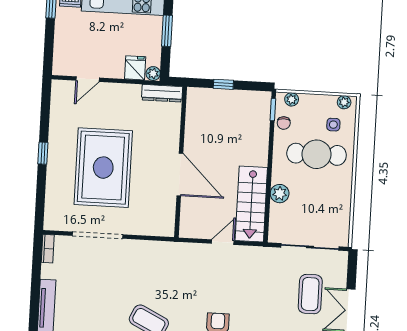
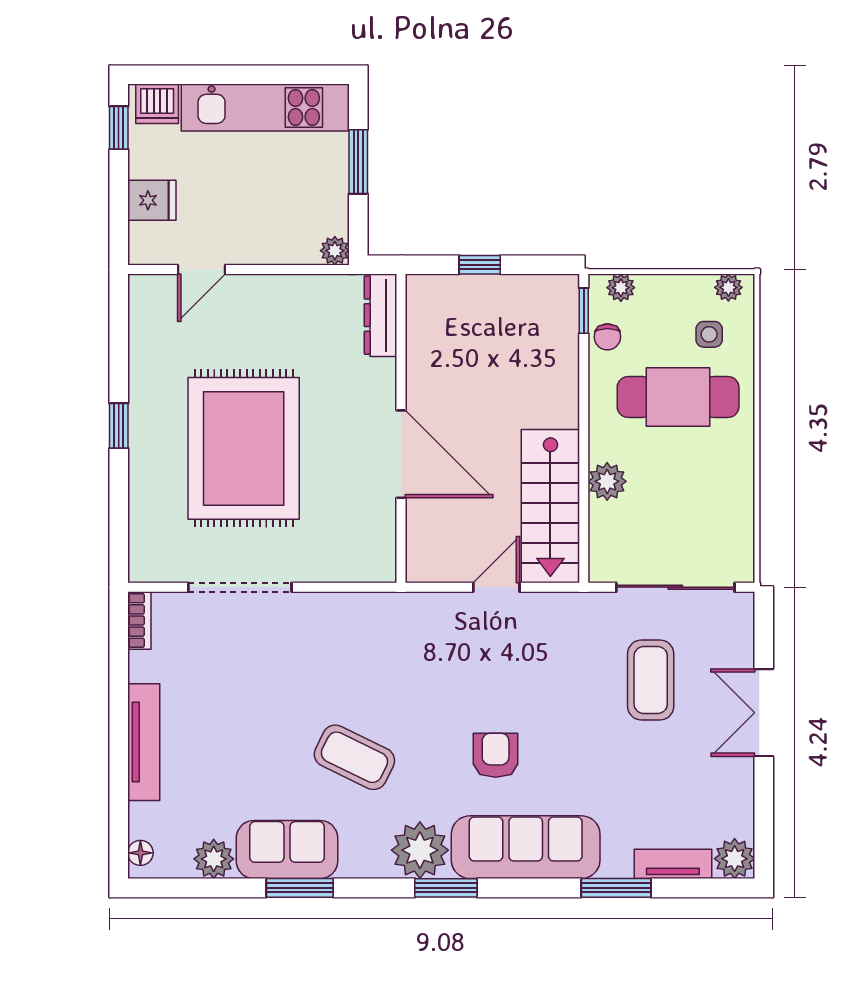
fridge: (135, 68) -> (152, 200), moved, turned 90
dresser: (162, 93) -> (381, 315), moved, turned 90
coffee table: (310, 294) -> (651, 680), moved

